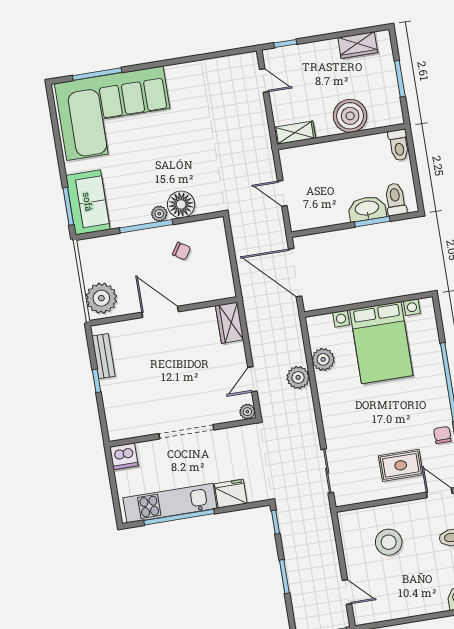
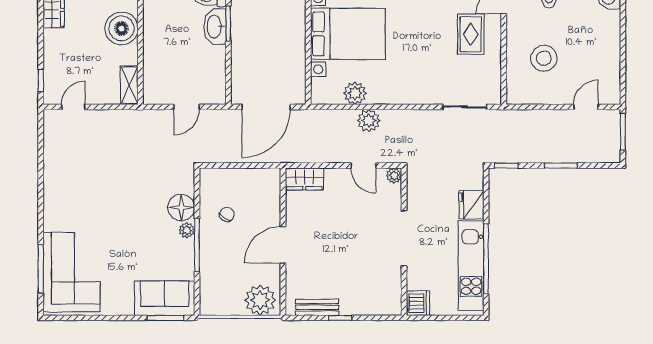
corner sofa: (115, 113) -> (72, 272), width x0.73, depth x0.74

